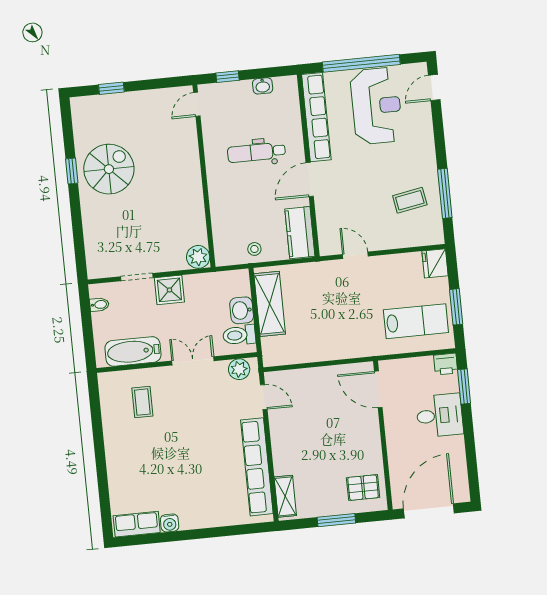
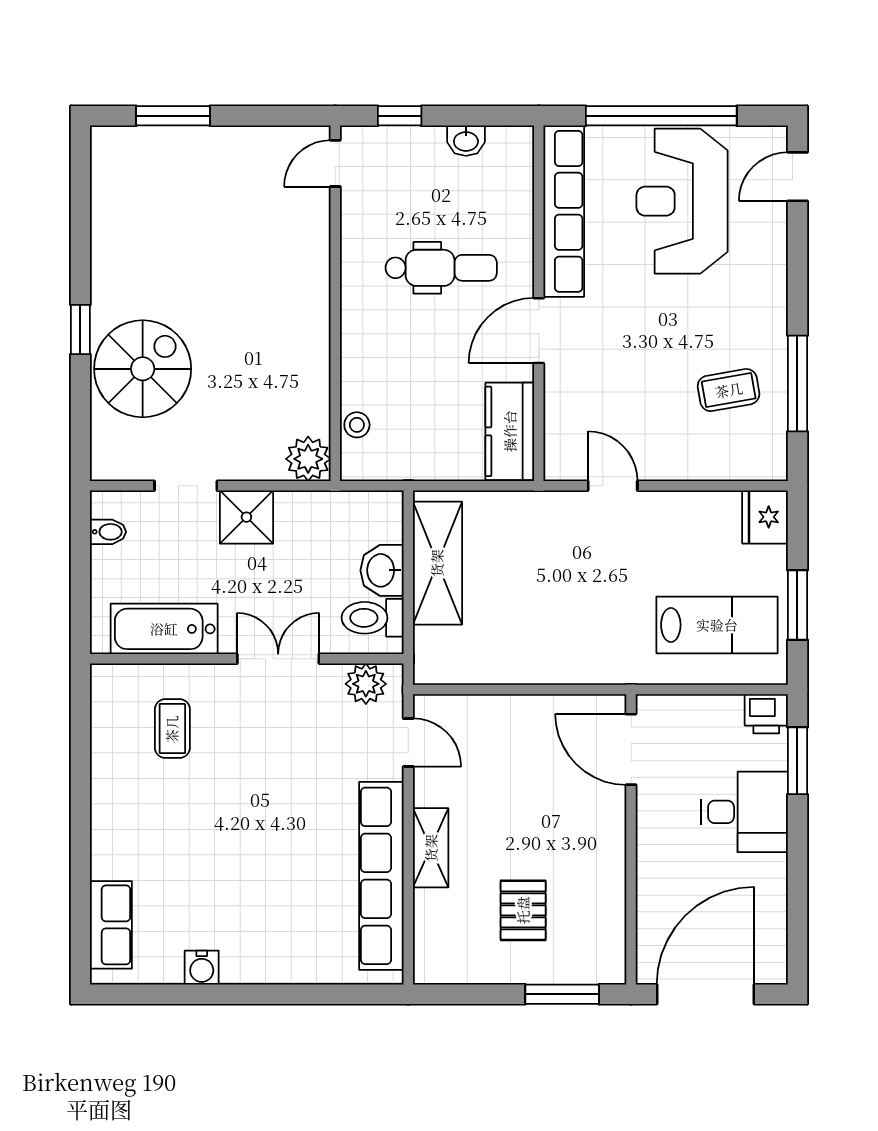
window: (111, 88) -> (173, 116), width x1.50
reception desk: (376, 106) -> (682, 201), turned 180
dental chair: (256, 152) -> (441, 268), turned 180
spiral stairs: (109, 169) -> (143, 369), moved
window: (72, 171) -> (80, 329), moved
stool: (254, 249) -> (357, 425), moved
pallet: (363, 488) -> (523, 910), moved, turned 90
shelving: (285, 496) -> (431, 848), moved
window: (336, 520) -> (562, 994), moved
row of seats: (137, 524) -> (111, 925), moved, turned 90

